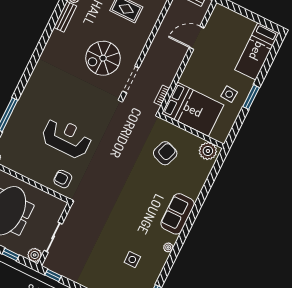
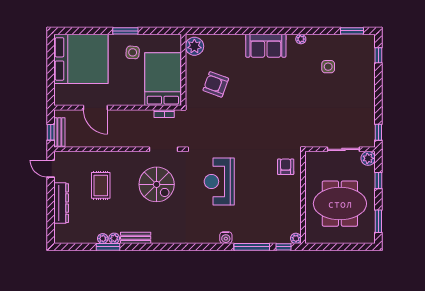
bed: (257, 51) -> (81, 59), width x2.04
water cooler: (26, 96) -> (226, 238), added
reception desk: (67, 138) -> (219, 182), moved
armchair: (63, 179) -> (286, 167), turned 180

